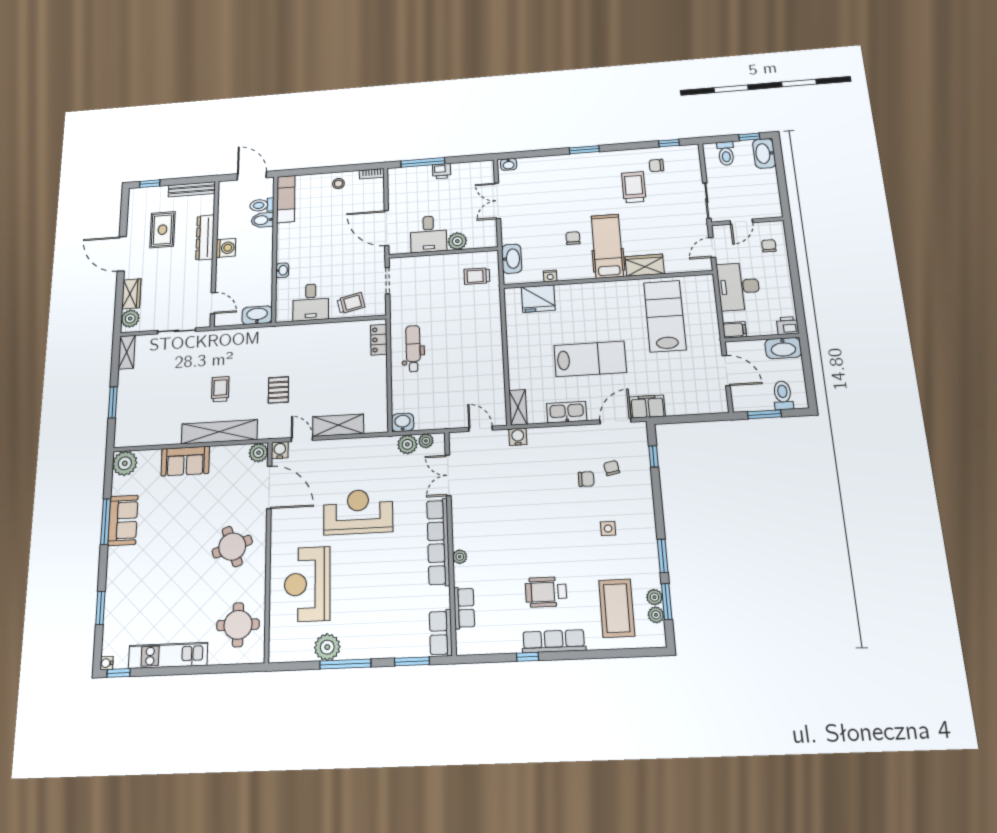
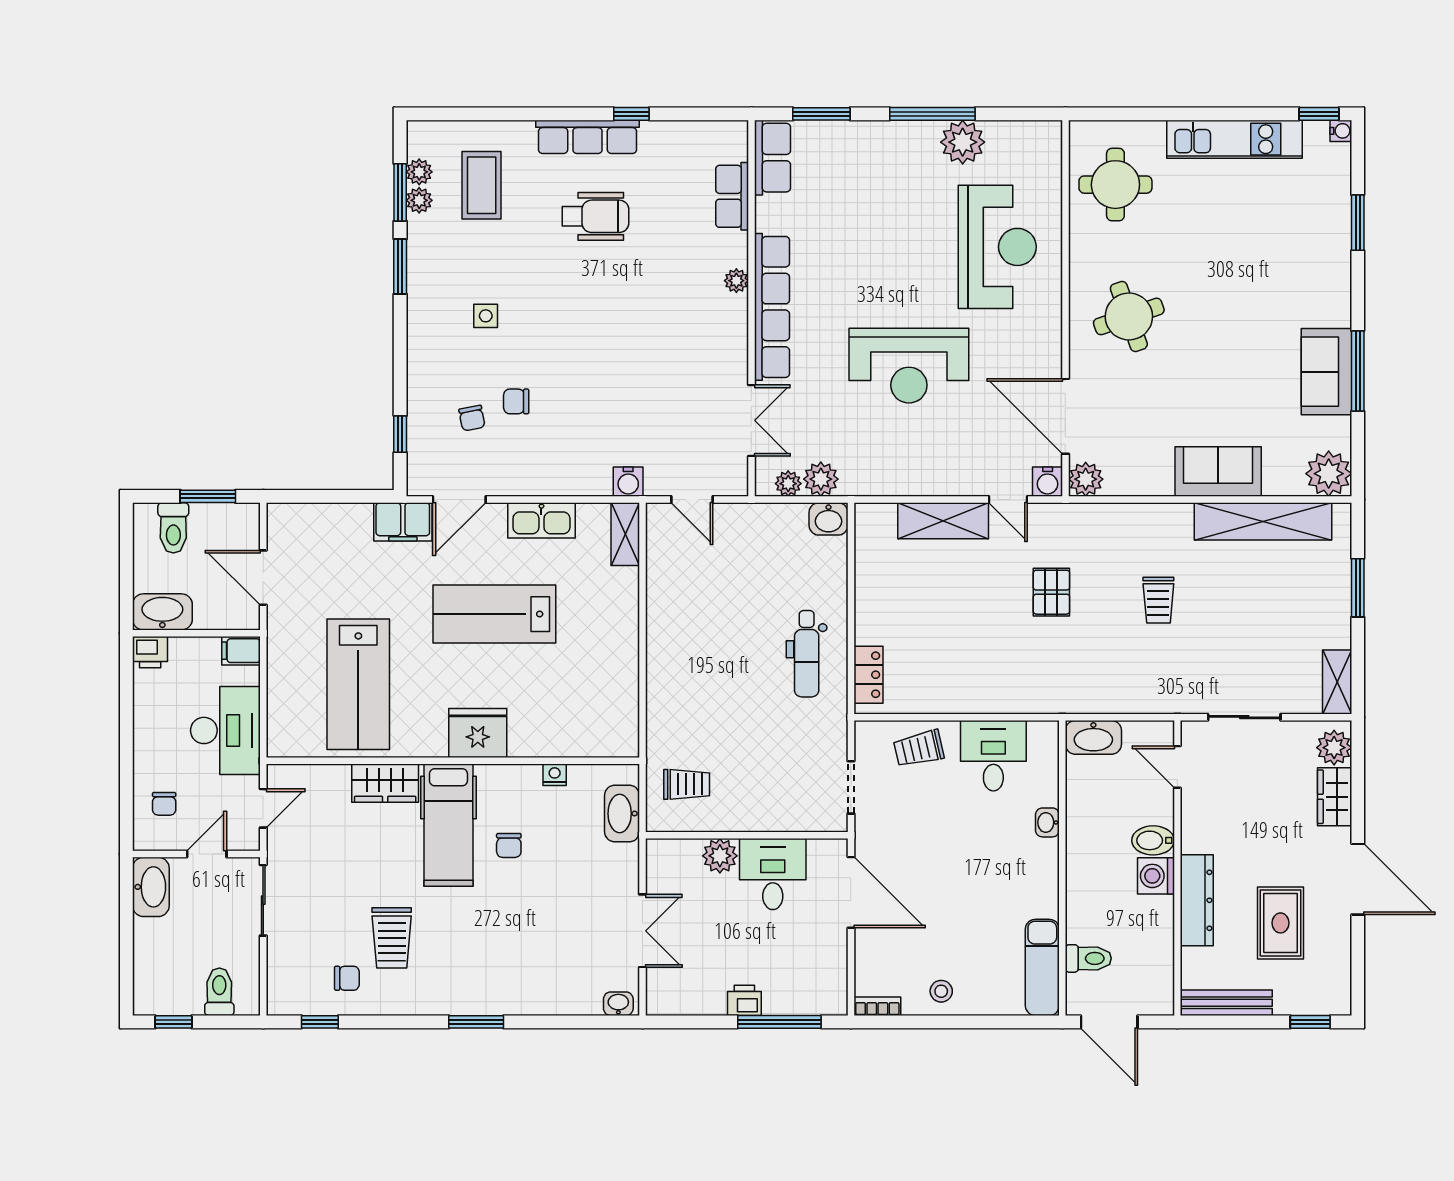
washbasin: (764, 153) -> (151, 887), moved
bidet: (262, 220) -> (1153, 840), moved, turned 180
fridge: (538, 299) -> (478, 733), moved
shelving: (219, 432) -> (1263, 521), moved
coffee table: (617, 608) -> (482, 185), width x0.73, depth x0.76

